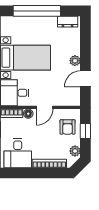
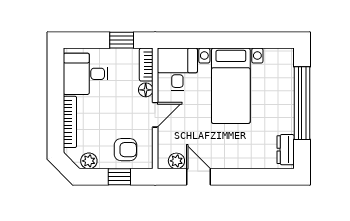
plant: (75, 61) -> (176, 161), moved
door: (45, 107) -> (155, 115), swing flipped
armchair: (68, 127) -> (126, 150), turned 180

